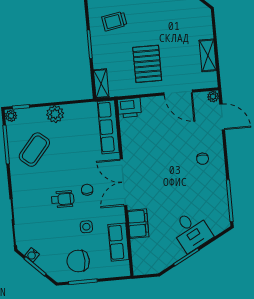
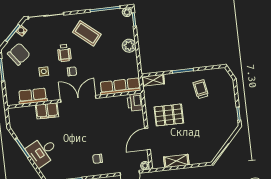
coffee table: (34, 150) -> (87, 33), moved
chair: (78, 261) -> (19, 54), moved, turned 54

